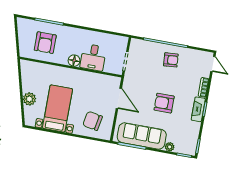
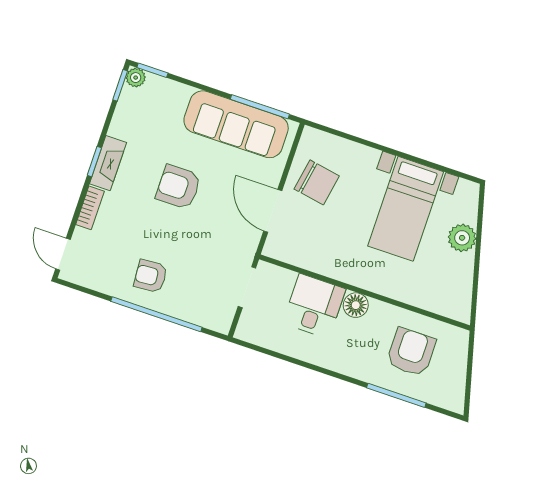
armchair: (164, 103) -> (178, 187), turned 180
chair: (93, 121) -> (317, 182), moved
plant: (170, 147) -> (136, 78), moved

